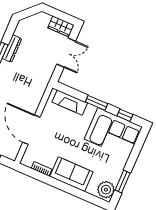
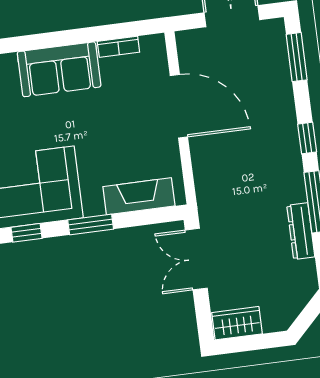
double door: (66, 53) -> (196, 259), moved

